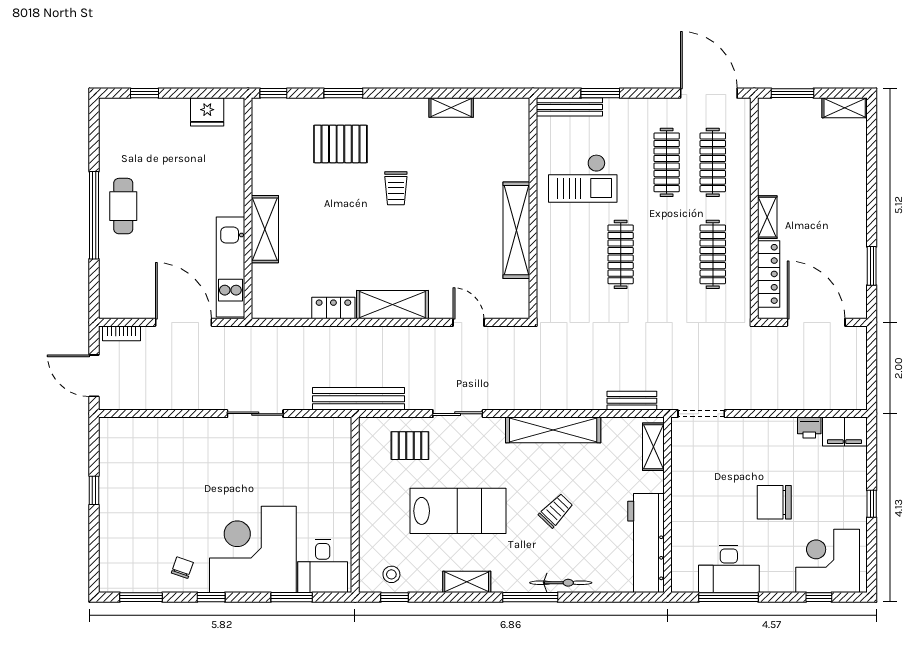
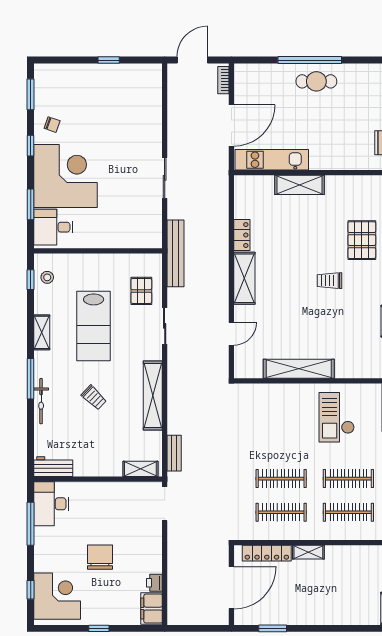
clothes rail: (621, 254) -> (281, 479), moved
workbench: (646, 543) -> (53, 467), width x0.53, depth x0.76
desk: (729, 569) -> (51, 504), moved

